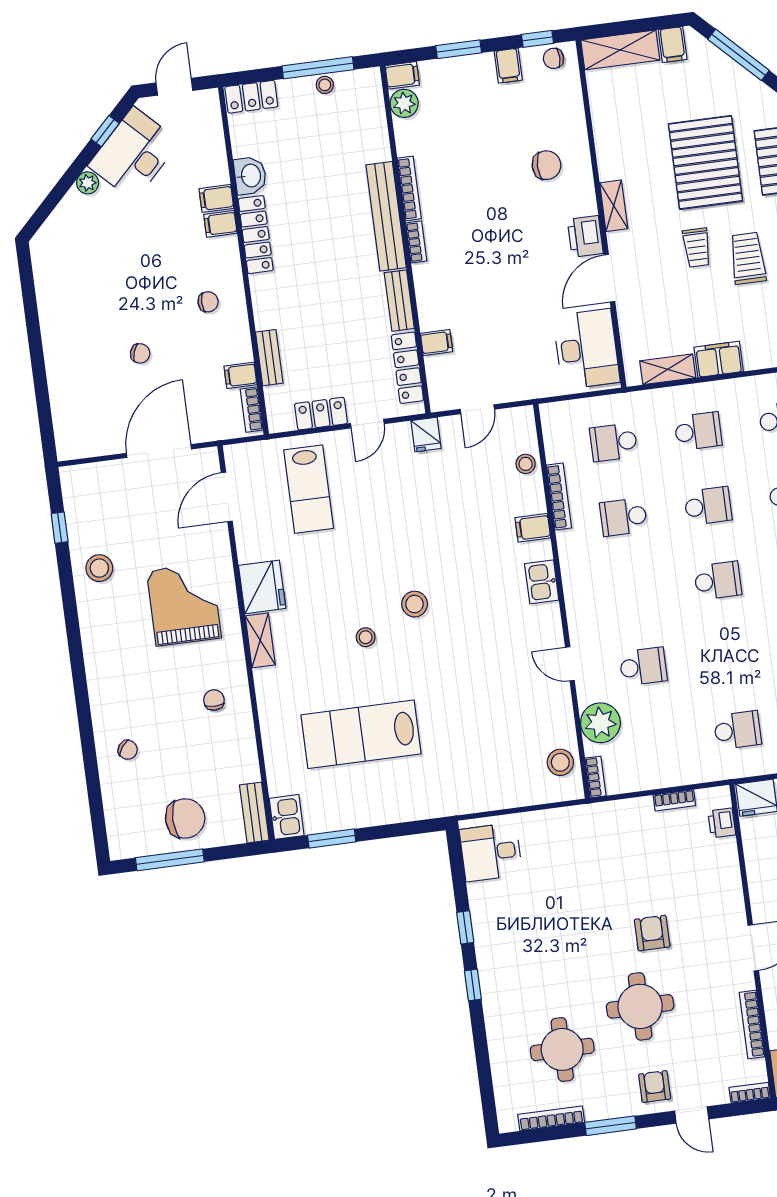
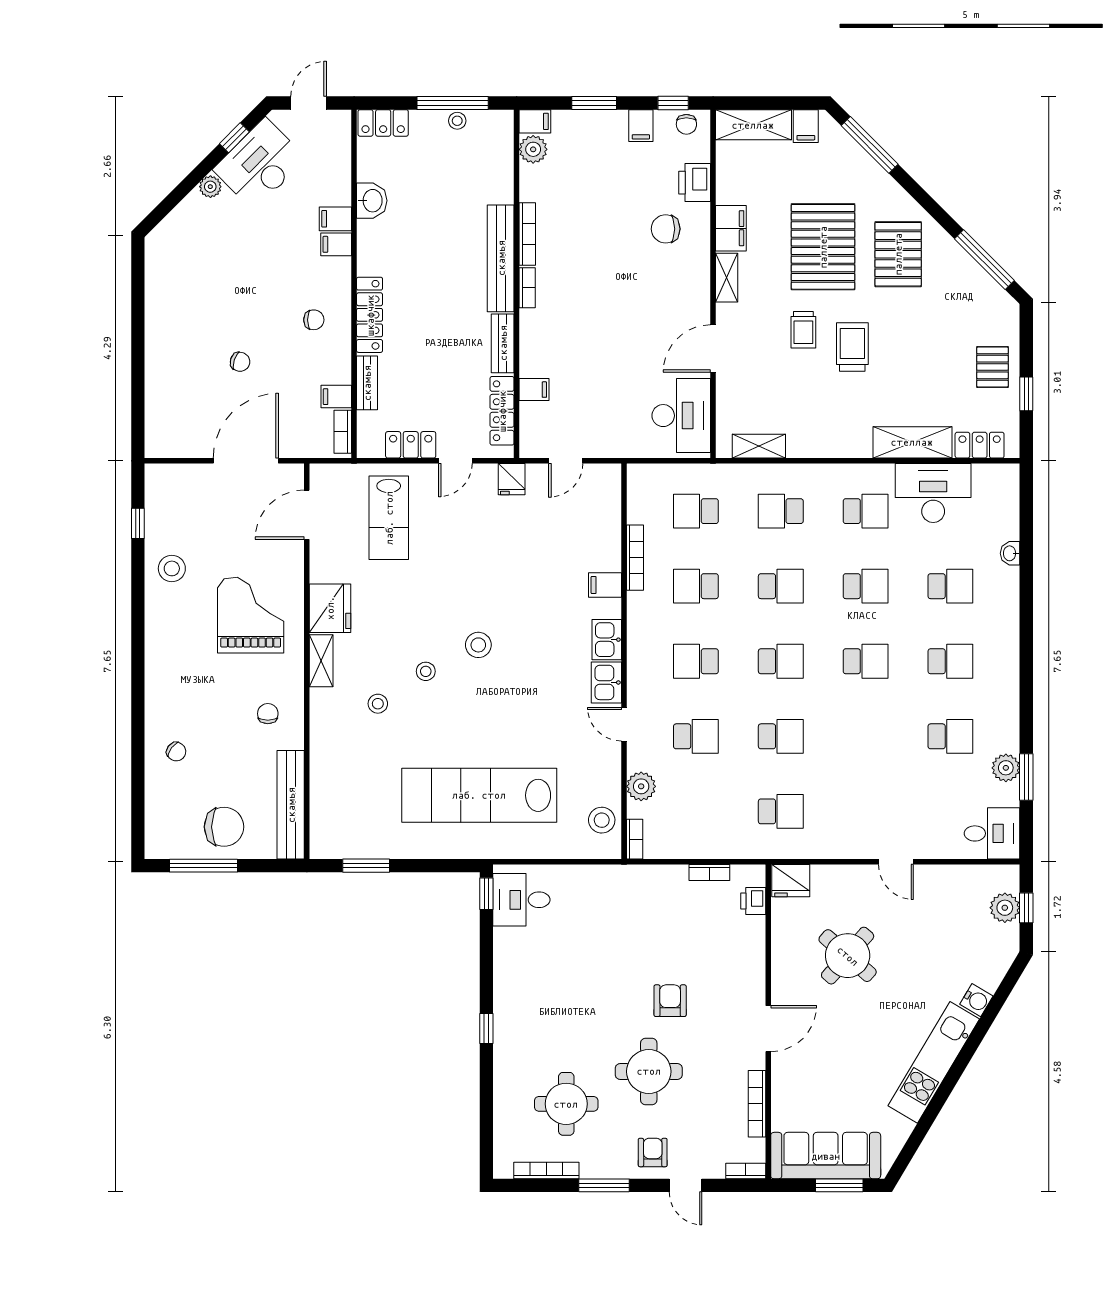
chair: (553, 58) -> (686, 124), turned -90
chair: (546, 165) -> (666, 229), turned 180
locker: (256, 235) -> (370, 315), moved
printer: (585, 236) -> (695, 183), moved
filing cabinet: (719, 359) -> (731, 228), moved, turned 90
school desk: (698, 431) -> (781, 511), turned 180
stool: (526, 464) -> (378, 704), moved
school desk: (633, 592) -> (696, 661), added
school desk: (728, 655) -> (781, 736), added
plant: (600, 723) -> (641, 786), width x0.73, depth x0.73
lab bench: (361, 734) -> (479, 795), moved, width x1.36
bench: (254, 813) -> (291, 805), width x1.86, depth x1.21
kitchen sink: (287, 817) -> (606, 682), moved, turned 180
window: (465, 927) -> (486, 894), moved

